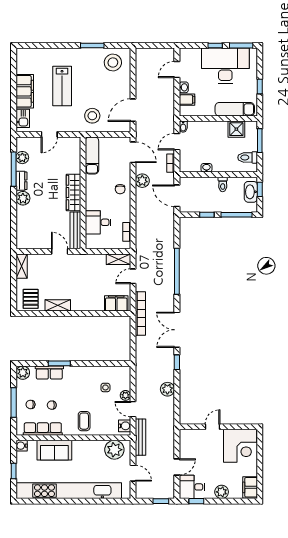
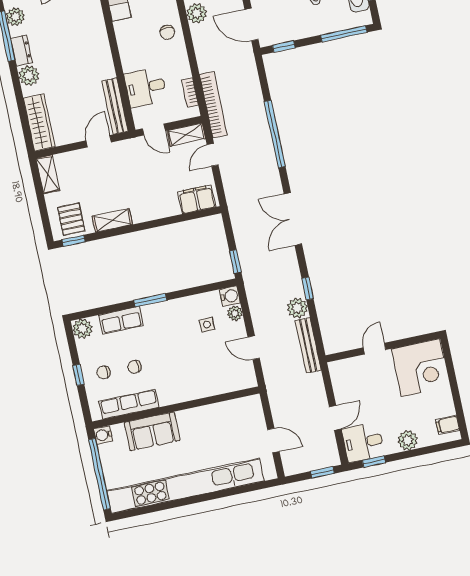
wardrobe: (73, 193) -> (39, 122), moved, turned 180
window: (207, 215) -> (284, 46), moved
door: (60, 251) -> (99, 141), hinge flipped
door: (98, 251) -> (154, 130), added
window: (29, 313) -> (74, 241), added
bookcase: (140, 314) -> (213, 105), moved
window: (133, 350) -> (235, 261), added
window: (177, 362) -> (308, 288), moved
window: (59, 363) -> (150, 300), moved
plant: (125, 395) -> (235, 313), moved
window: (14, 403) -> (78, 375), width x0.46
coffee table: (84, 421) -> (186, 380), removed
water cooler: (125, 426) -> (230, 296), moved
bench: (141, 437) -> (308, 345), moved
plant: (114, 450) -> (239, 412), removed
window: (14, 471) -> (99, 474), width x3.17
filing cabinet: (250, 487) -> (448, 425), width x0.50

